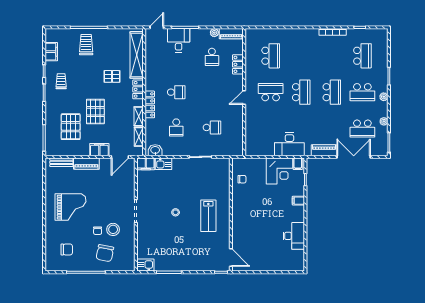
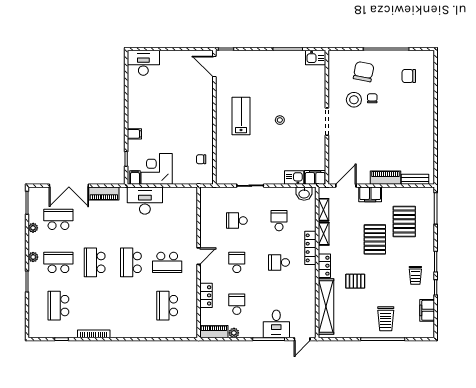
school desk: (212, 92) -> (237, 262), added
grand piano: (70, 207) -> (404, 126), removed
desk: (294, 236) -> (143, 63), moved, turned 90

